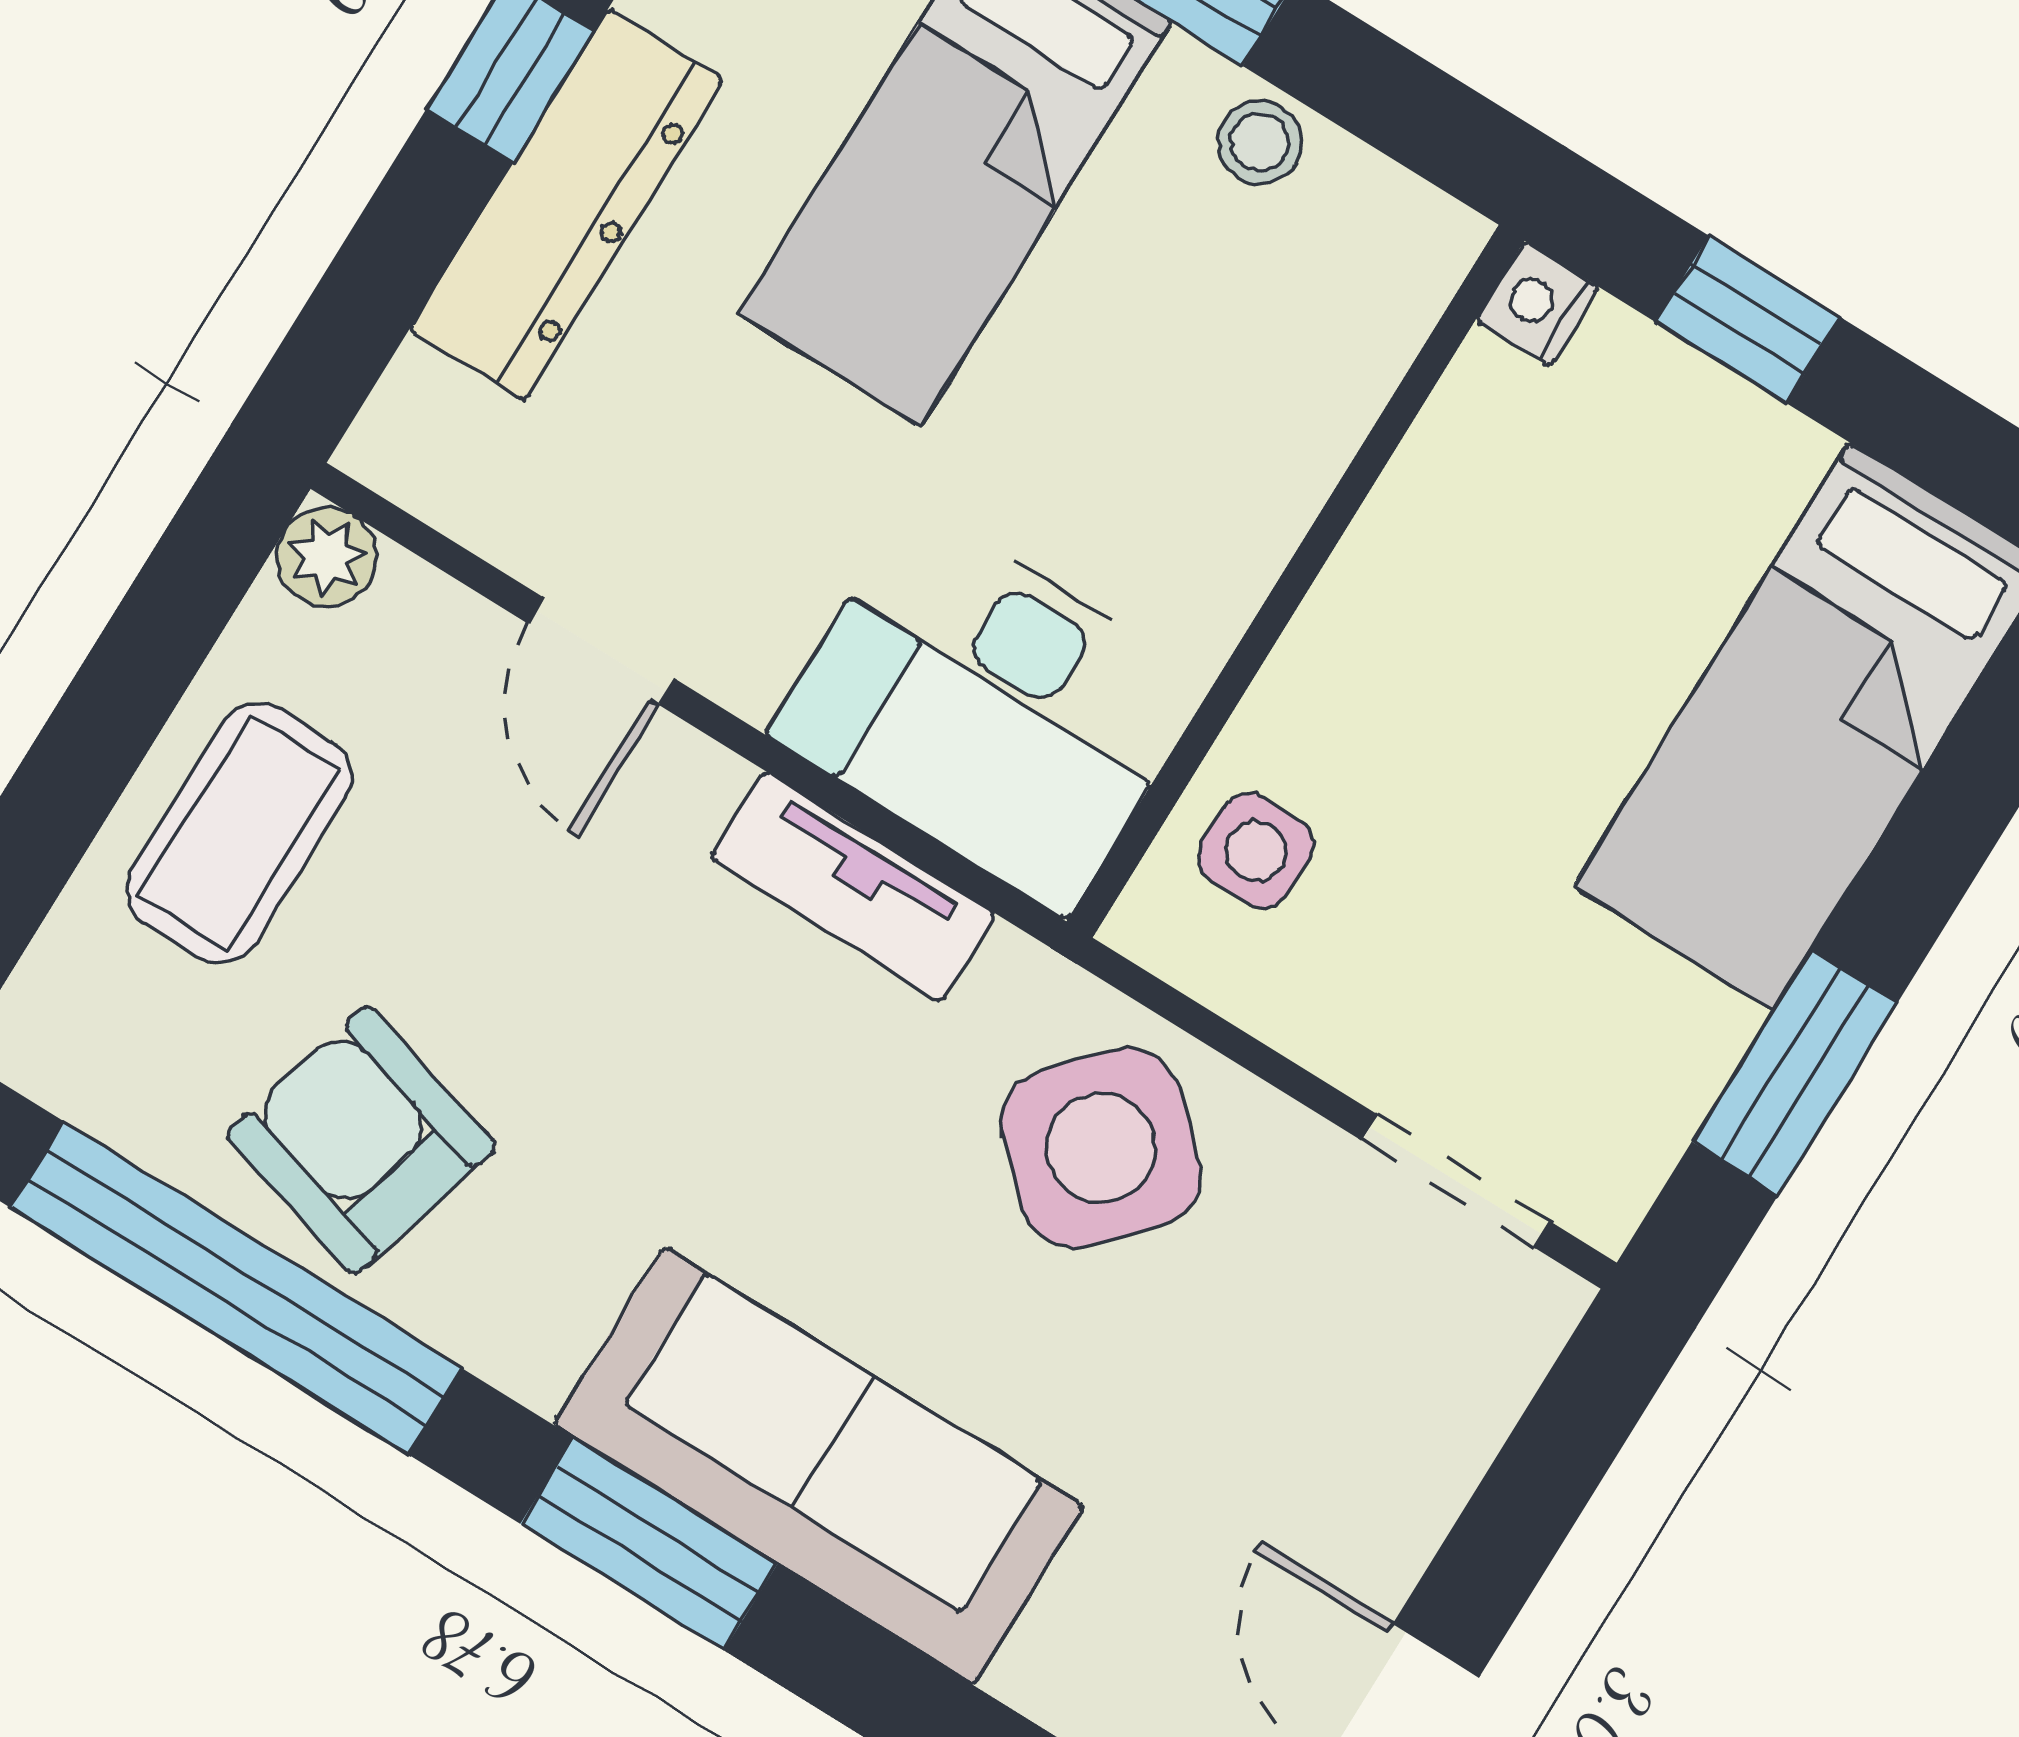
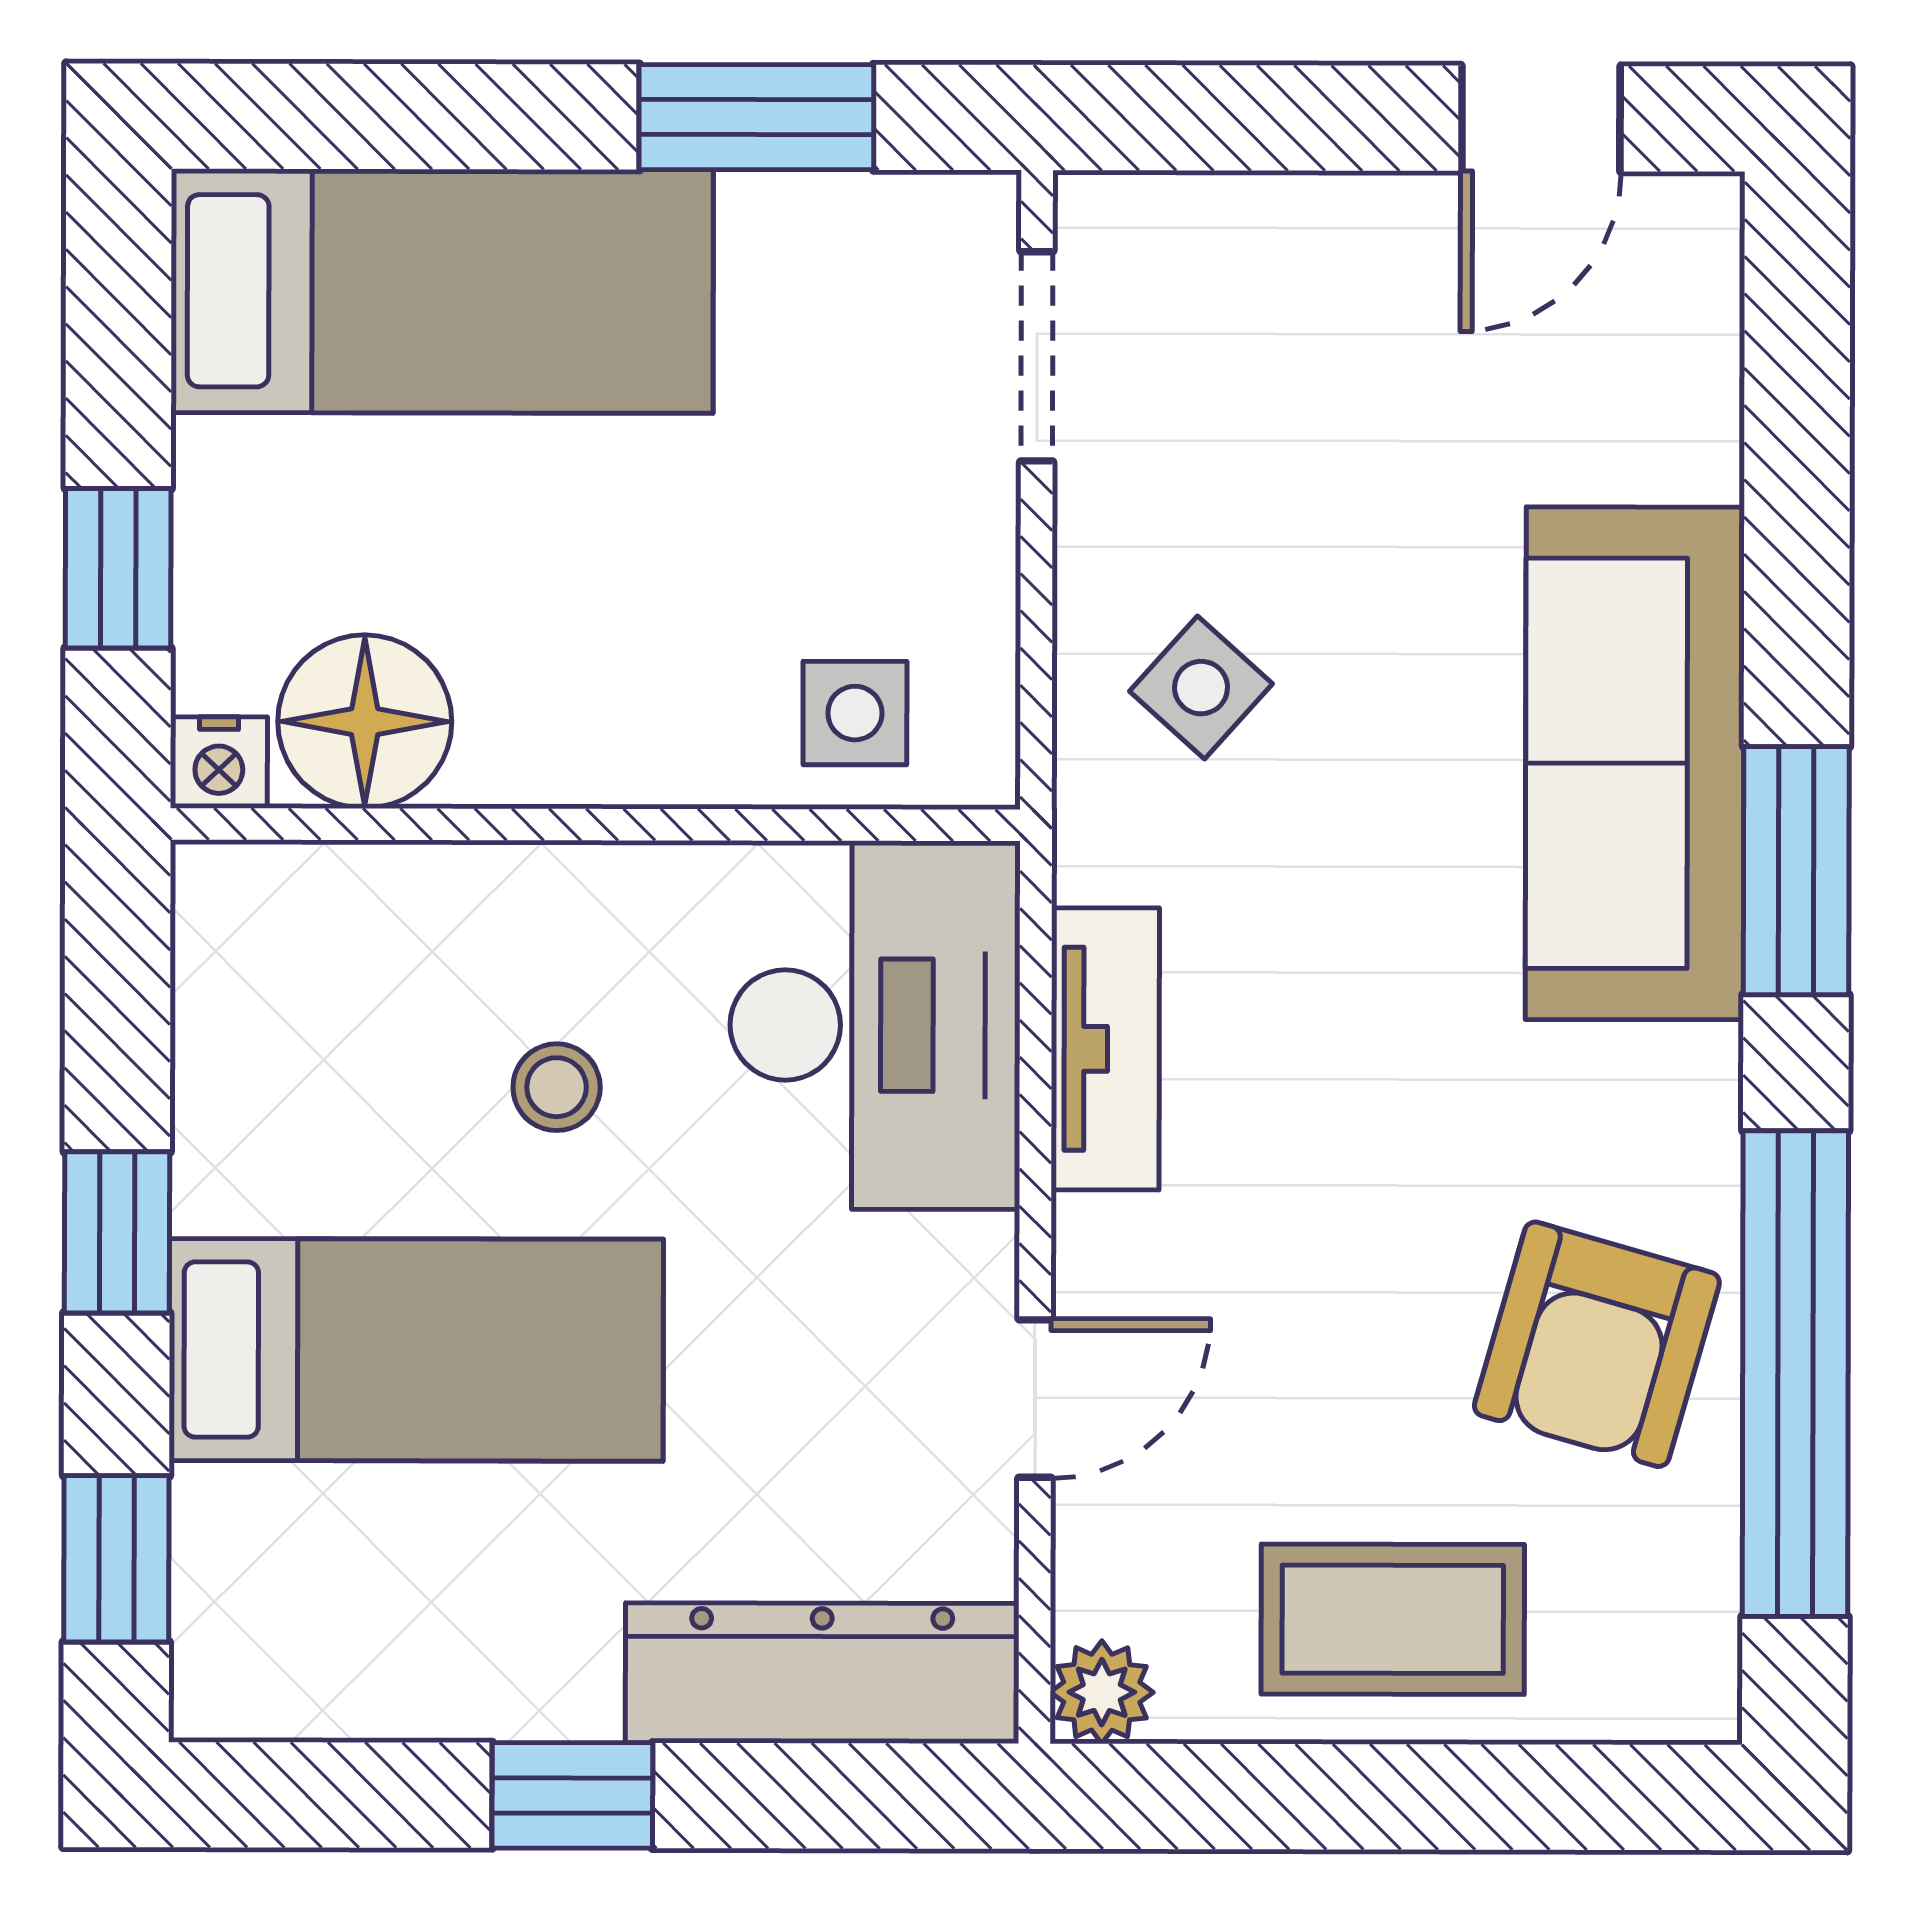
stool: (1260, 142) -> (557, 1087), moved
dresser: (566, 204) -> (822, 1673), moved
floor lamp: (1497, 444) -> (365, 722), added
side table: (1101, 1148) -> (1201, 688), width x0.54, depth x0.54

